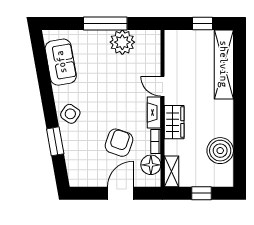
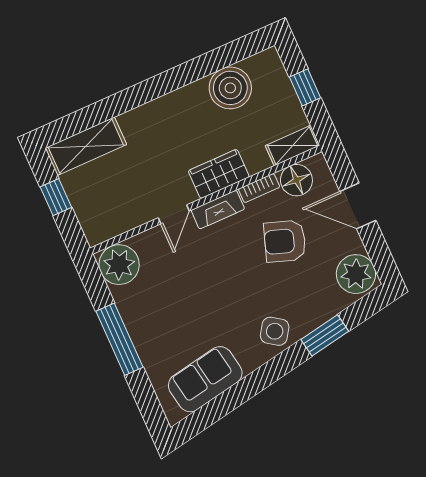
plant: (122, 42) -> (119, 265), moved
shelving: (224, 64) -> (86, 146), width x0.68
plant: (82, 175) -> (356, 274), added

